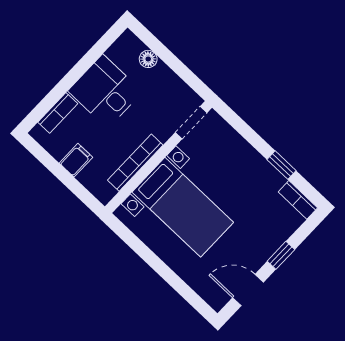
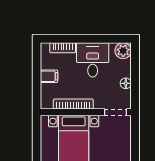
plant: (128, 46) -> (123, 51), added
floor lamp: (148, 59) -> (126, 83), moved

